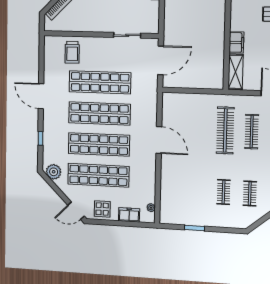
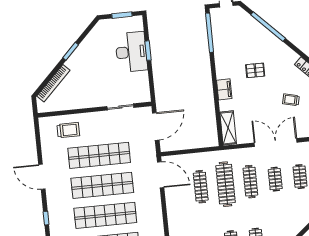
filing cabinet: (236, 42) -> (224, 89), moved
trolley: (72, 52) -> (68, 130), turned -90
clothes rail: (199, 129) -> (201, 187), added
door: (159, 140) -> (161, 175), moved

